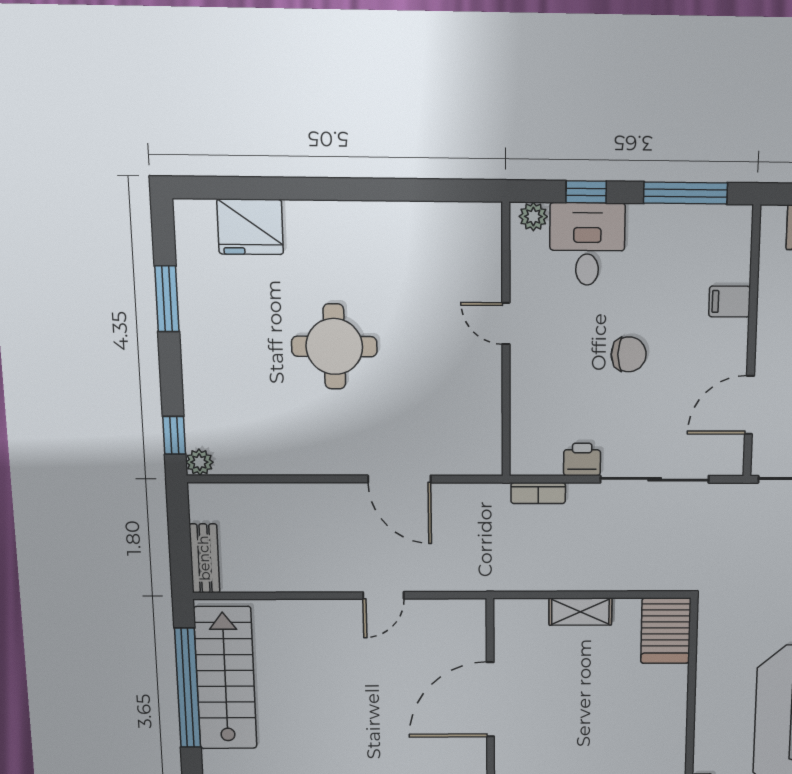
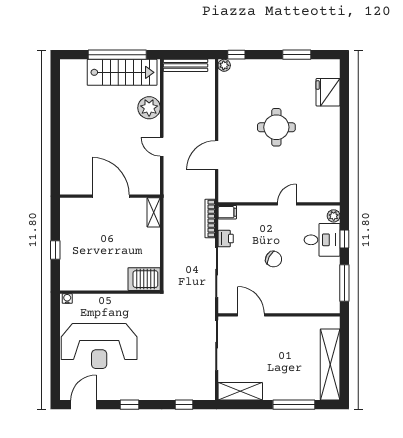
filing cabinet: (730, 302) -> (227, 212), moved, turned 90
chair: (629, 354) -> (274, 259), turned -62
bookcase: (538, 493) -> (210, 218), width x1.56
bench: (204, 558) -> (185, 65), width x1.36
shelving: (580, 612) -> (154, 212), moved
plant: (300, 622) -> (149, 108), added

